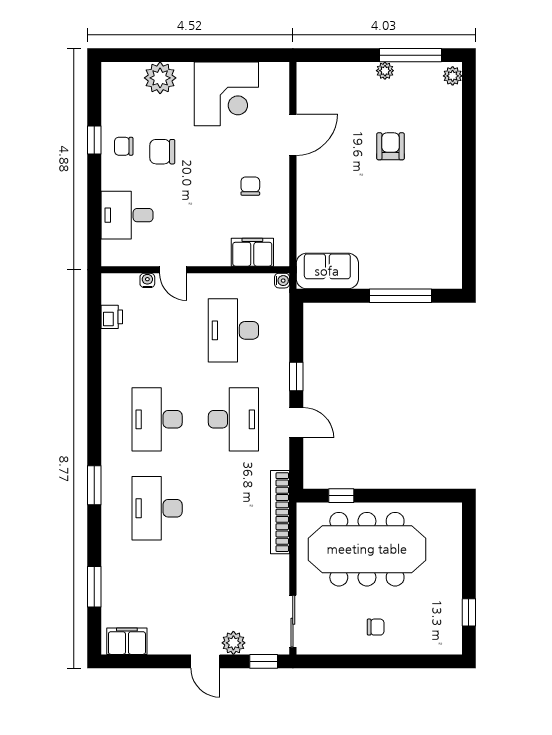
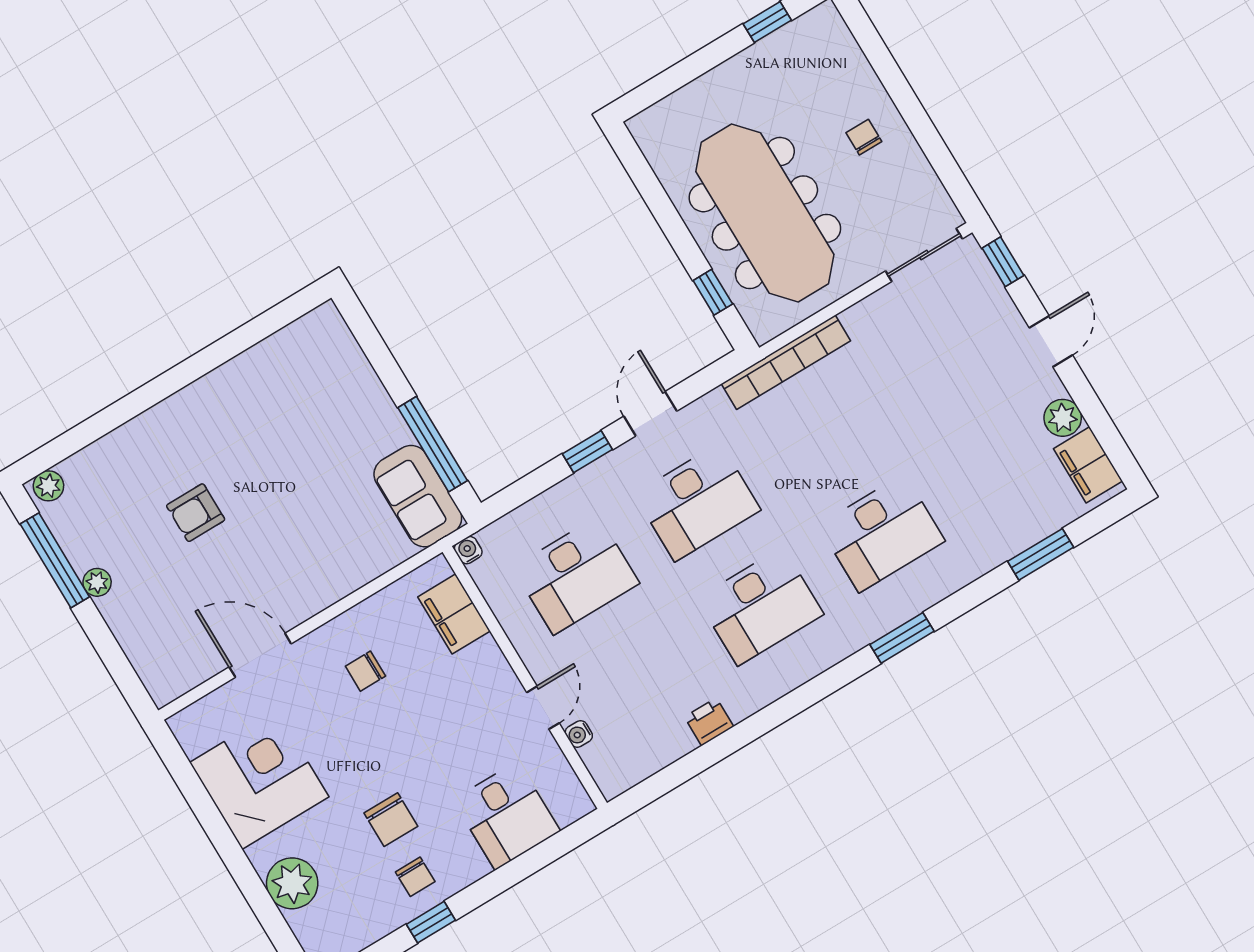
window: (400, 296) -> (433, 444), moved
printer: (112, 317) -> (709, 722), moved
desk: (233, 419) -> (698, 502), turned 180
plant: (233, 643) -> (1063, 418), moved

